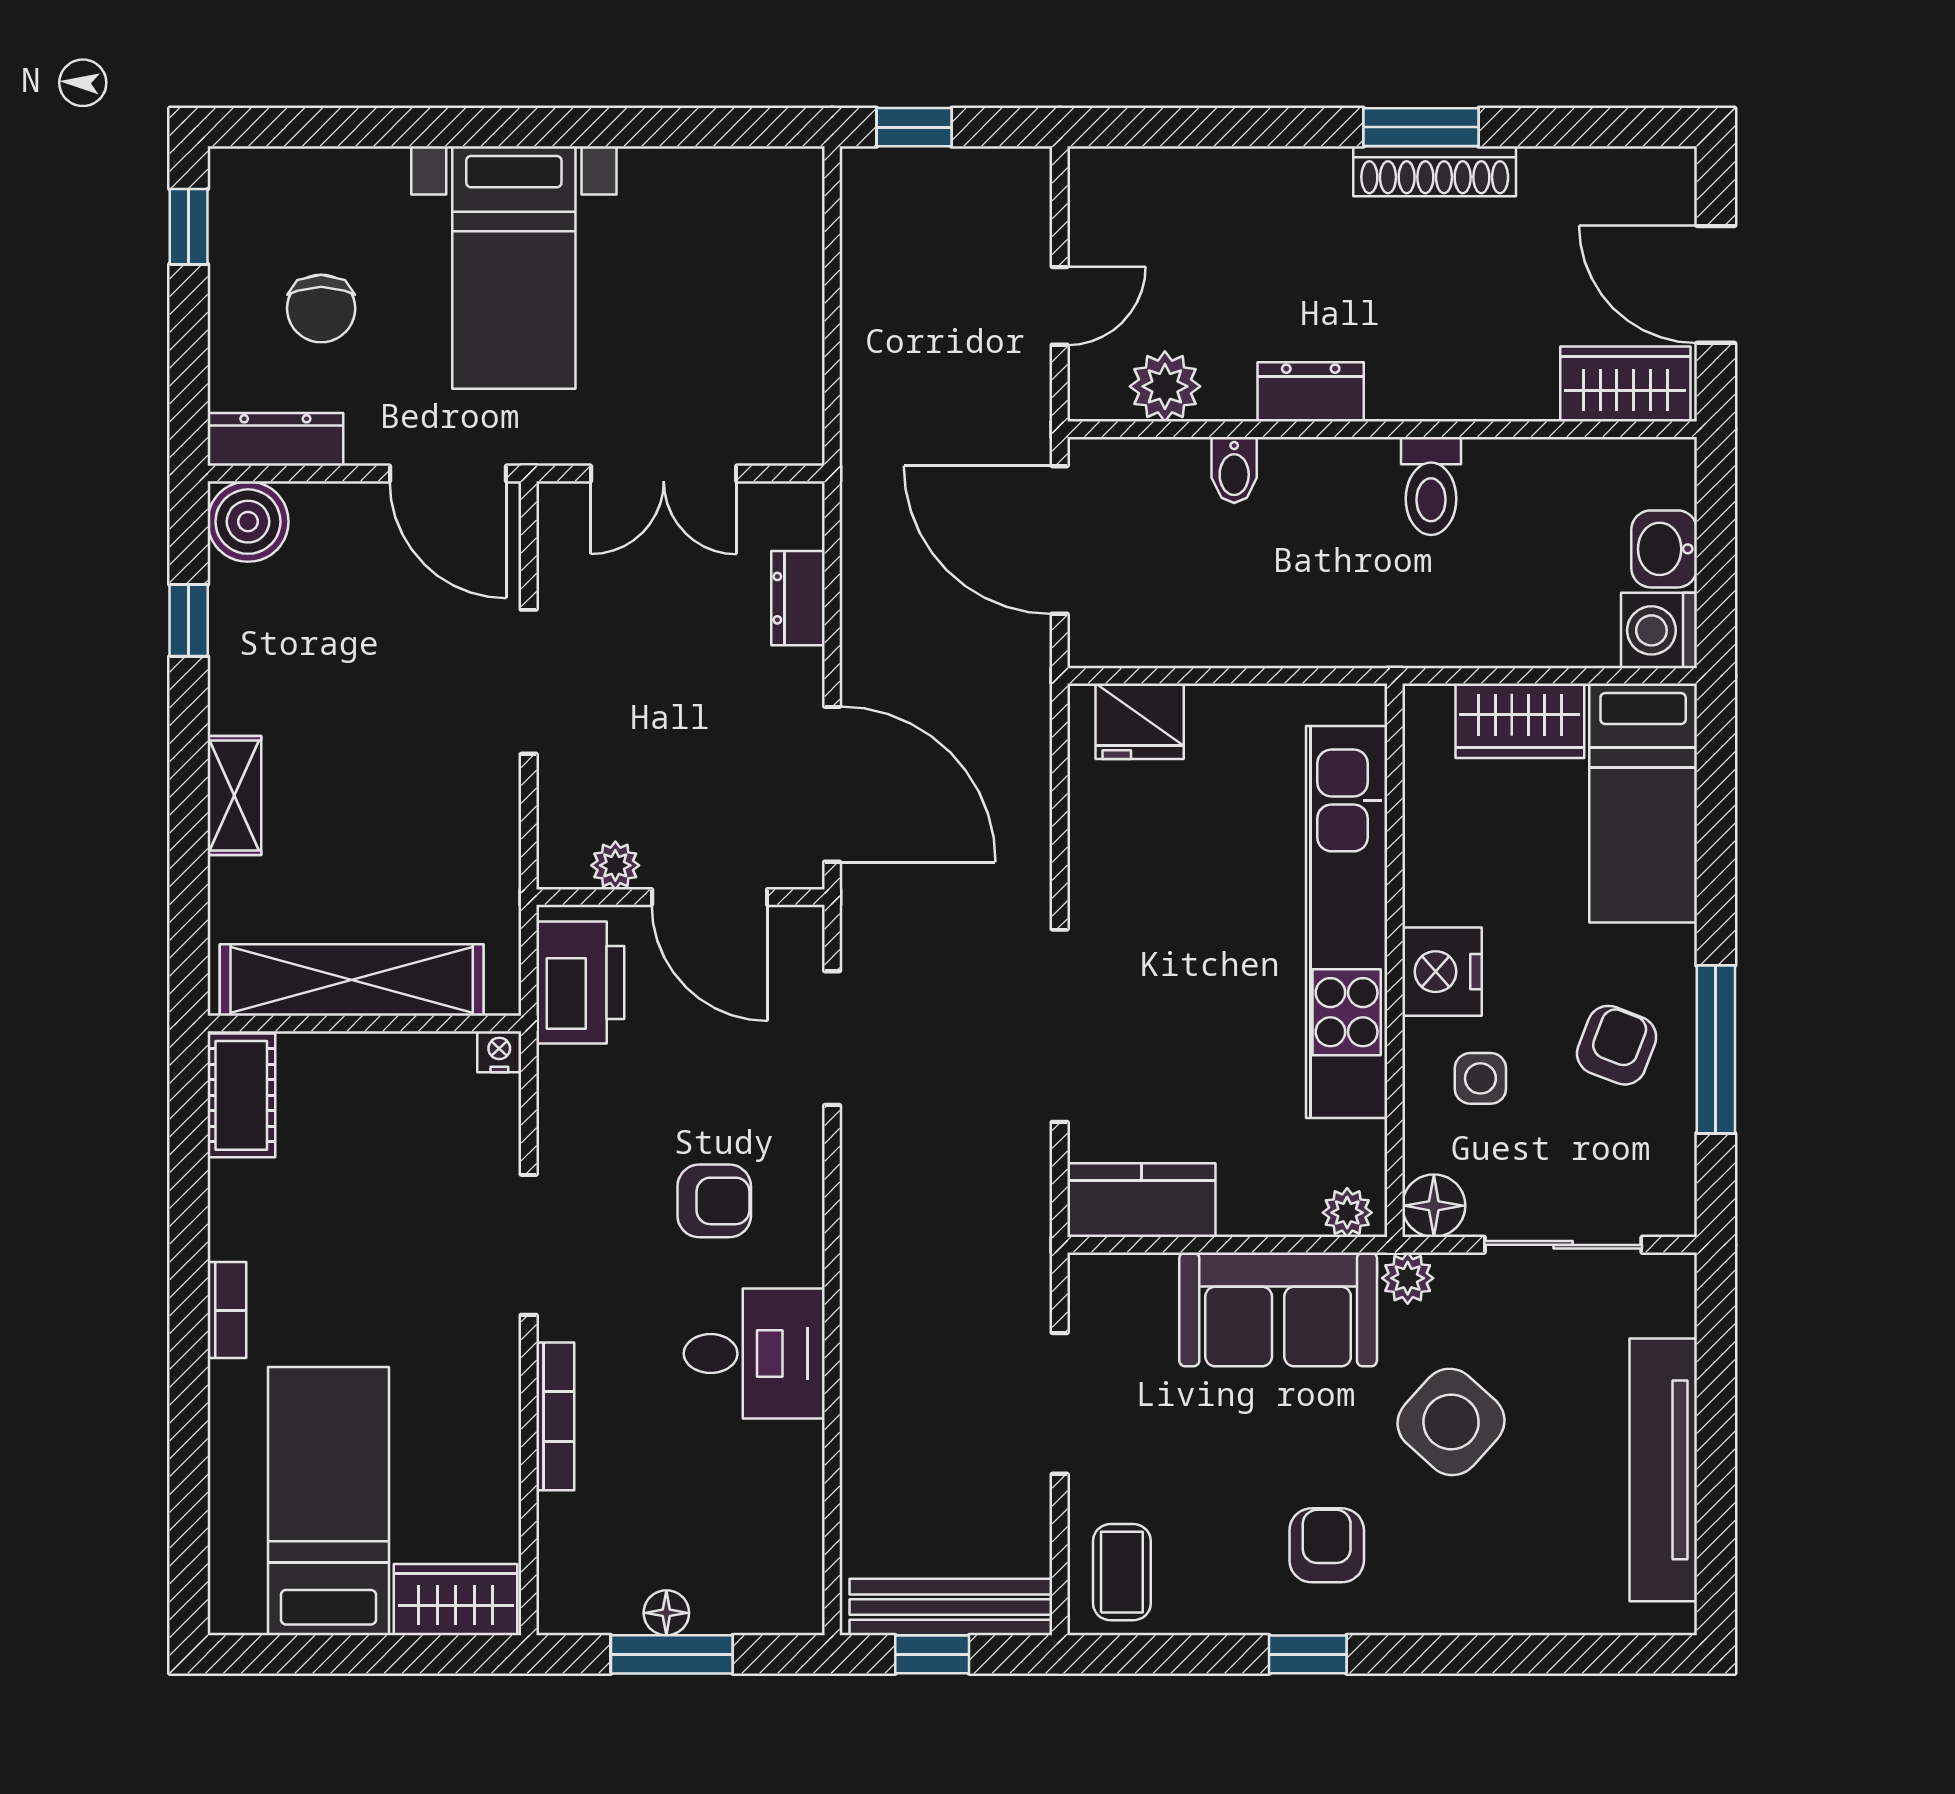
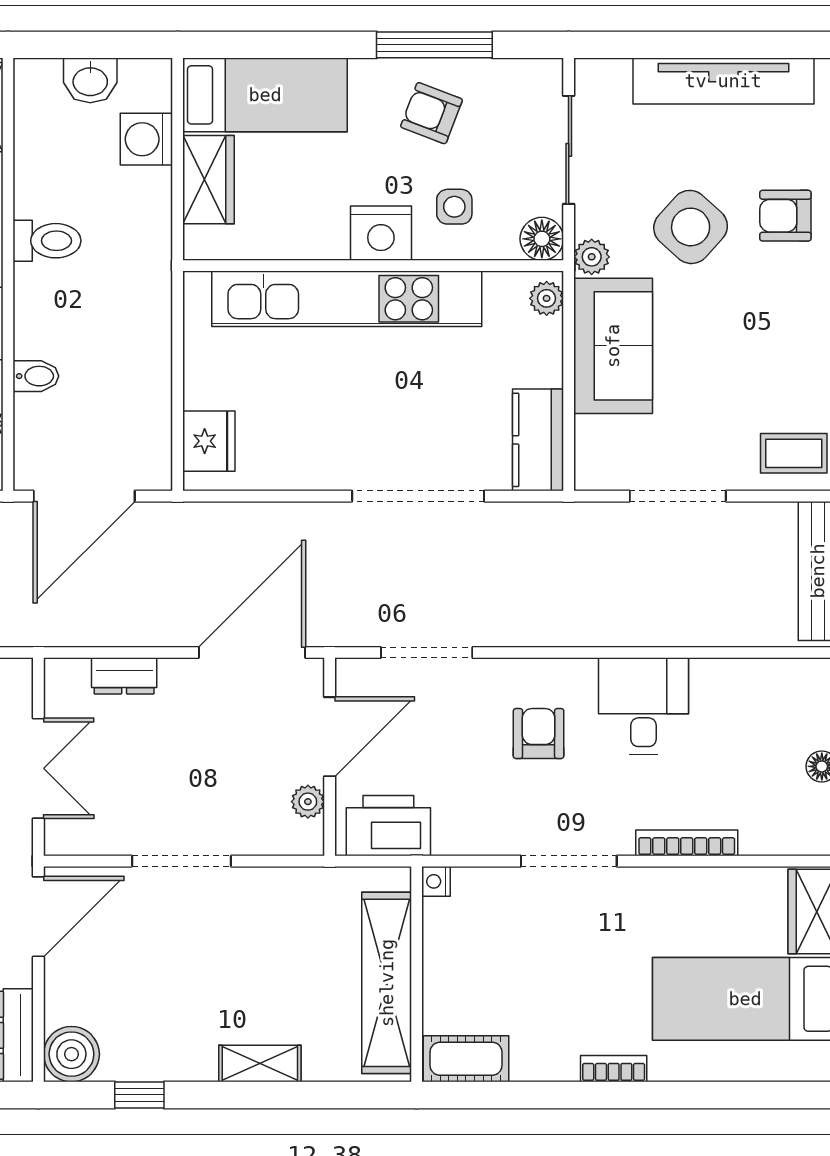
washing machine: (1659, 630) -> (146, 139), moved, turned 90
armchair: (1327, 1545) -> (785, 216), moved

